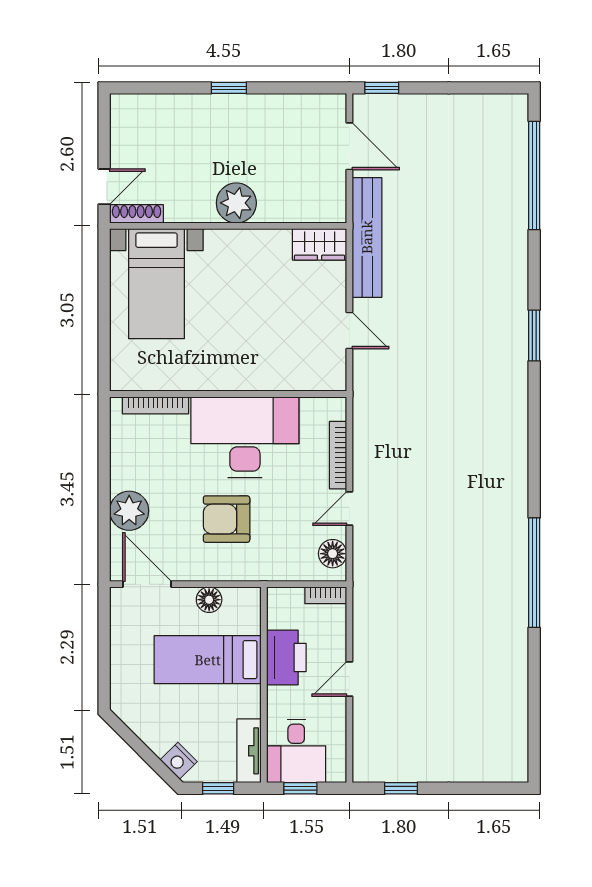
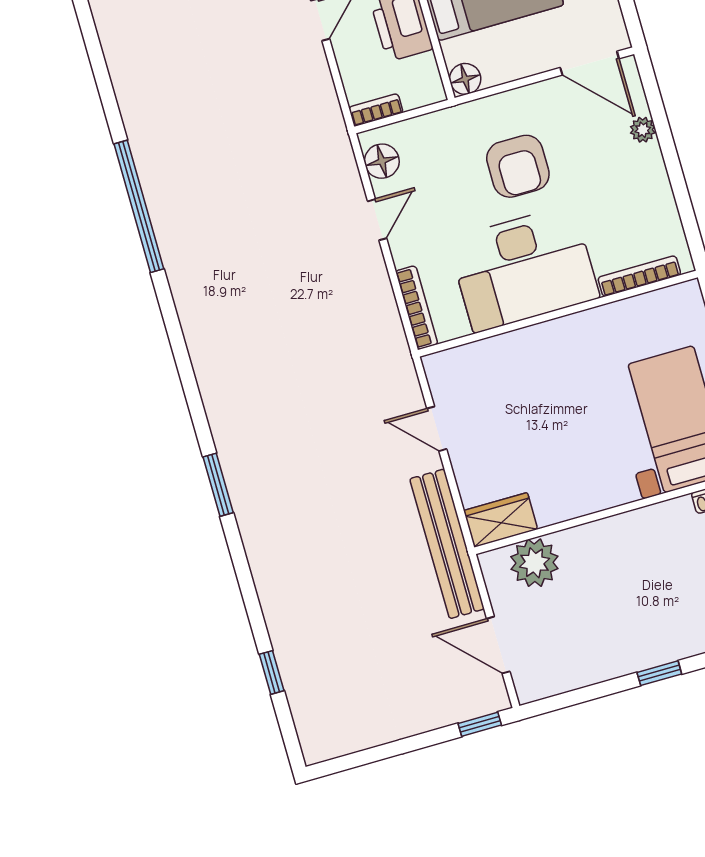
window: (534, 176) -> (272, 672), width x0.32
plant: (236, 203) -> (534, 563), moved
bookcase: (338, 455) -> (417, 308), moved
plant: (129, 511) -> (643, 130), width x0.53, depth x0.53
armchair: (227, 519) -> (518, 166), turned 90
floor lamp: (209, 600) -> (465, 79), moved

